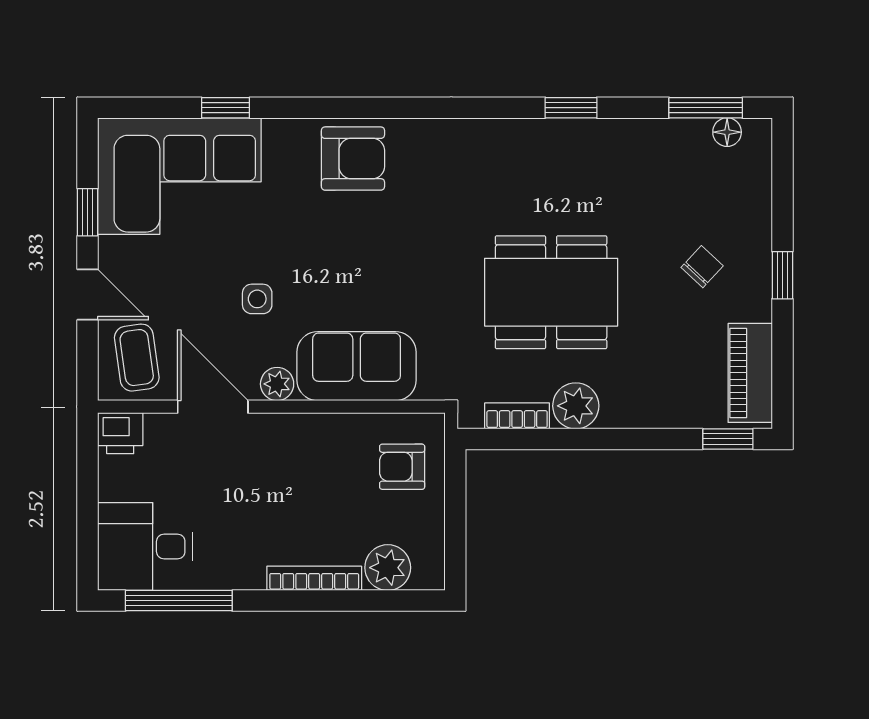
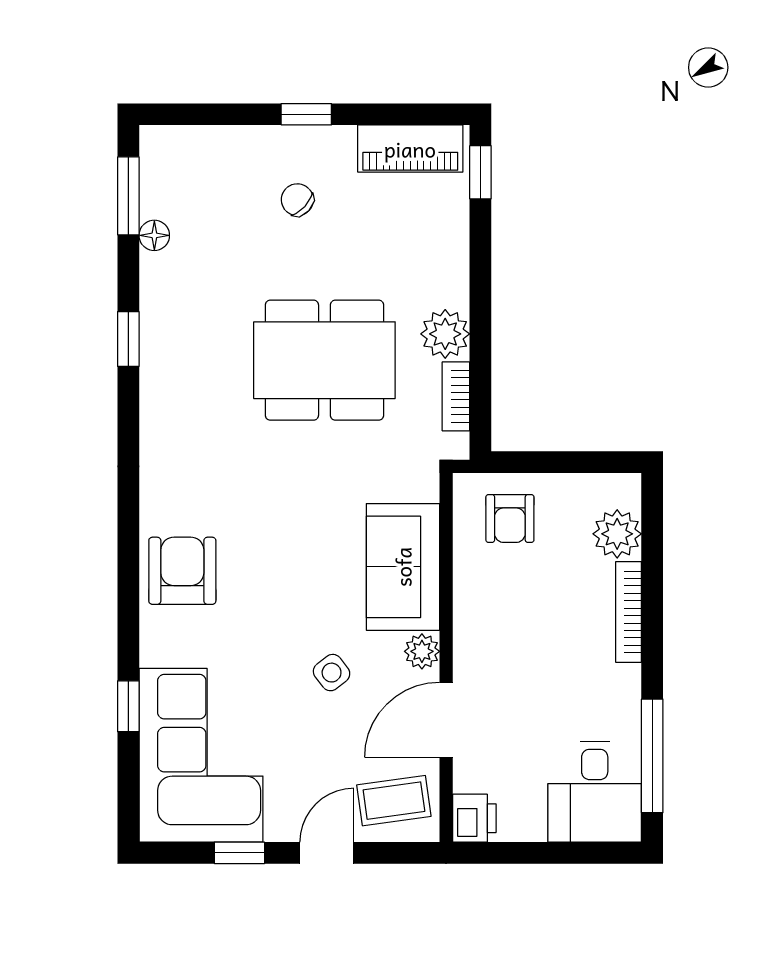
floor lamp: (727, 132) -> (154, 235), moved
dining table: (551, 292) -> (324, 360), turned 90
side table: (257, 299) -> (332, 673), turned -38

